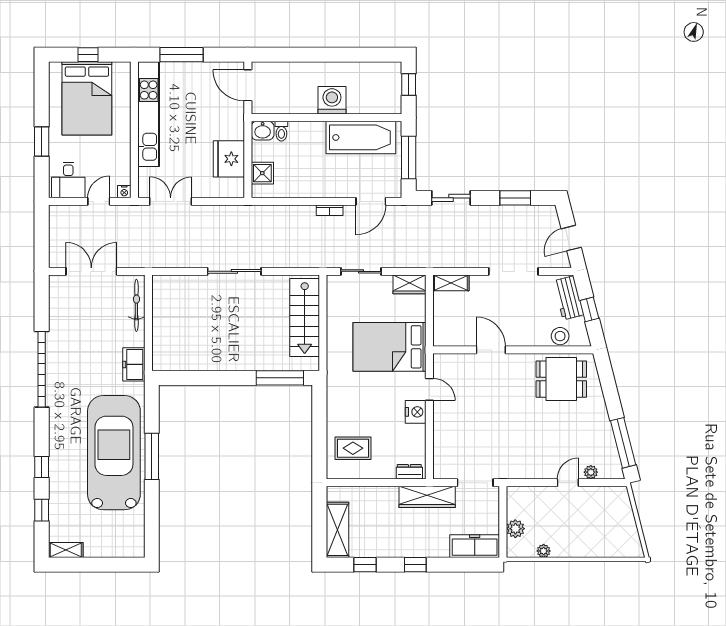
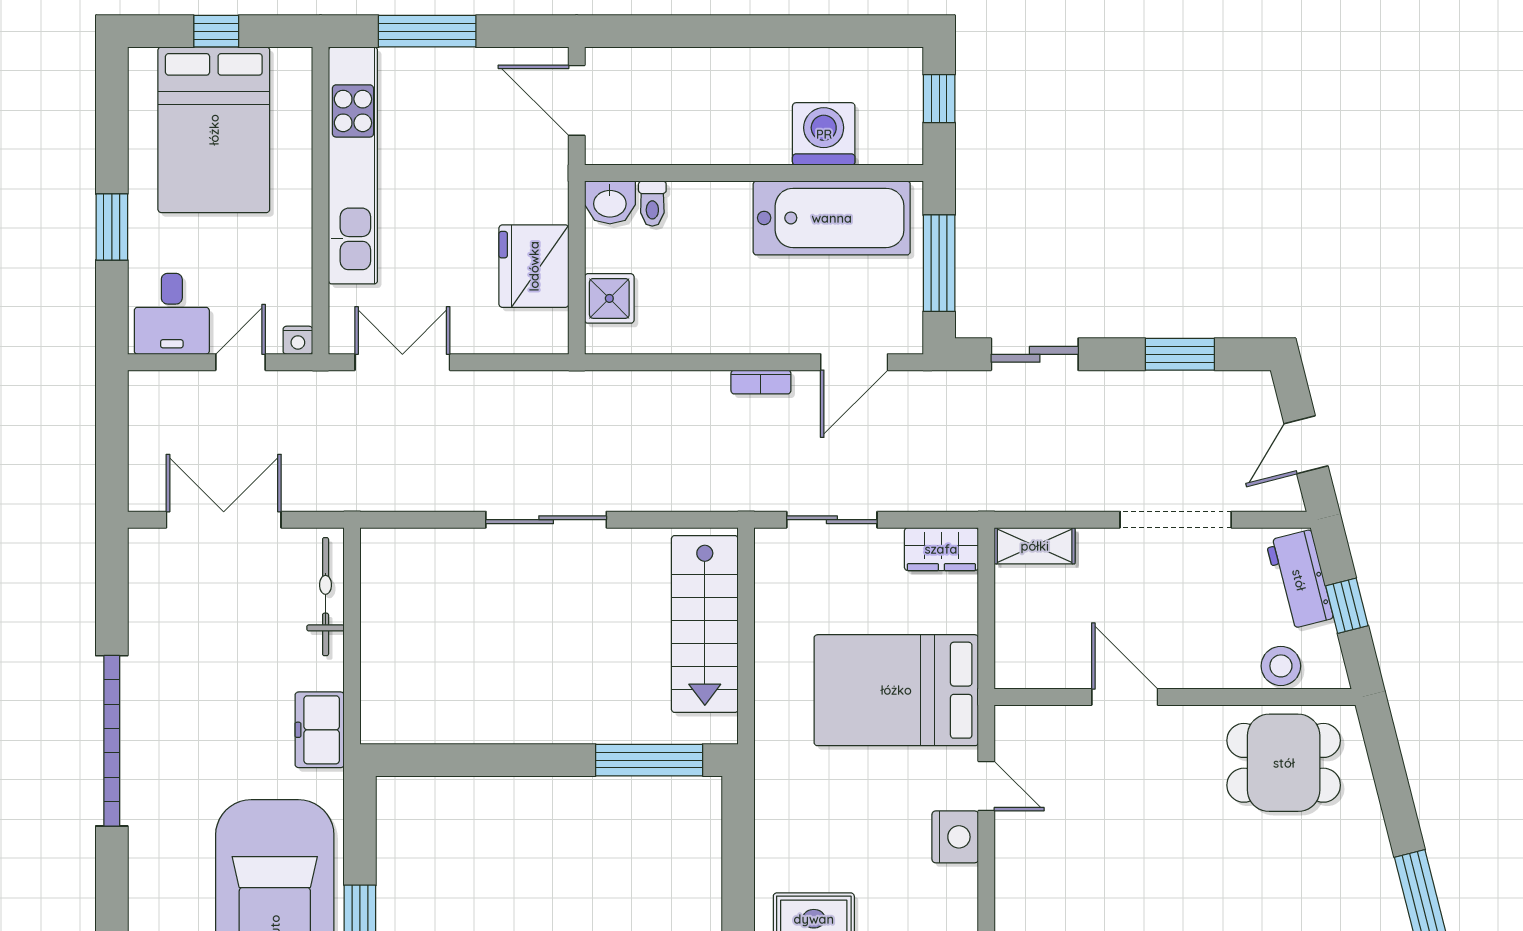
washing machine: (332, 100) -> (824, 134), moved

